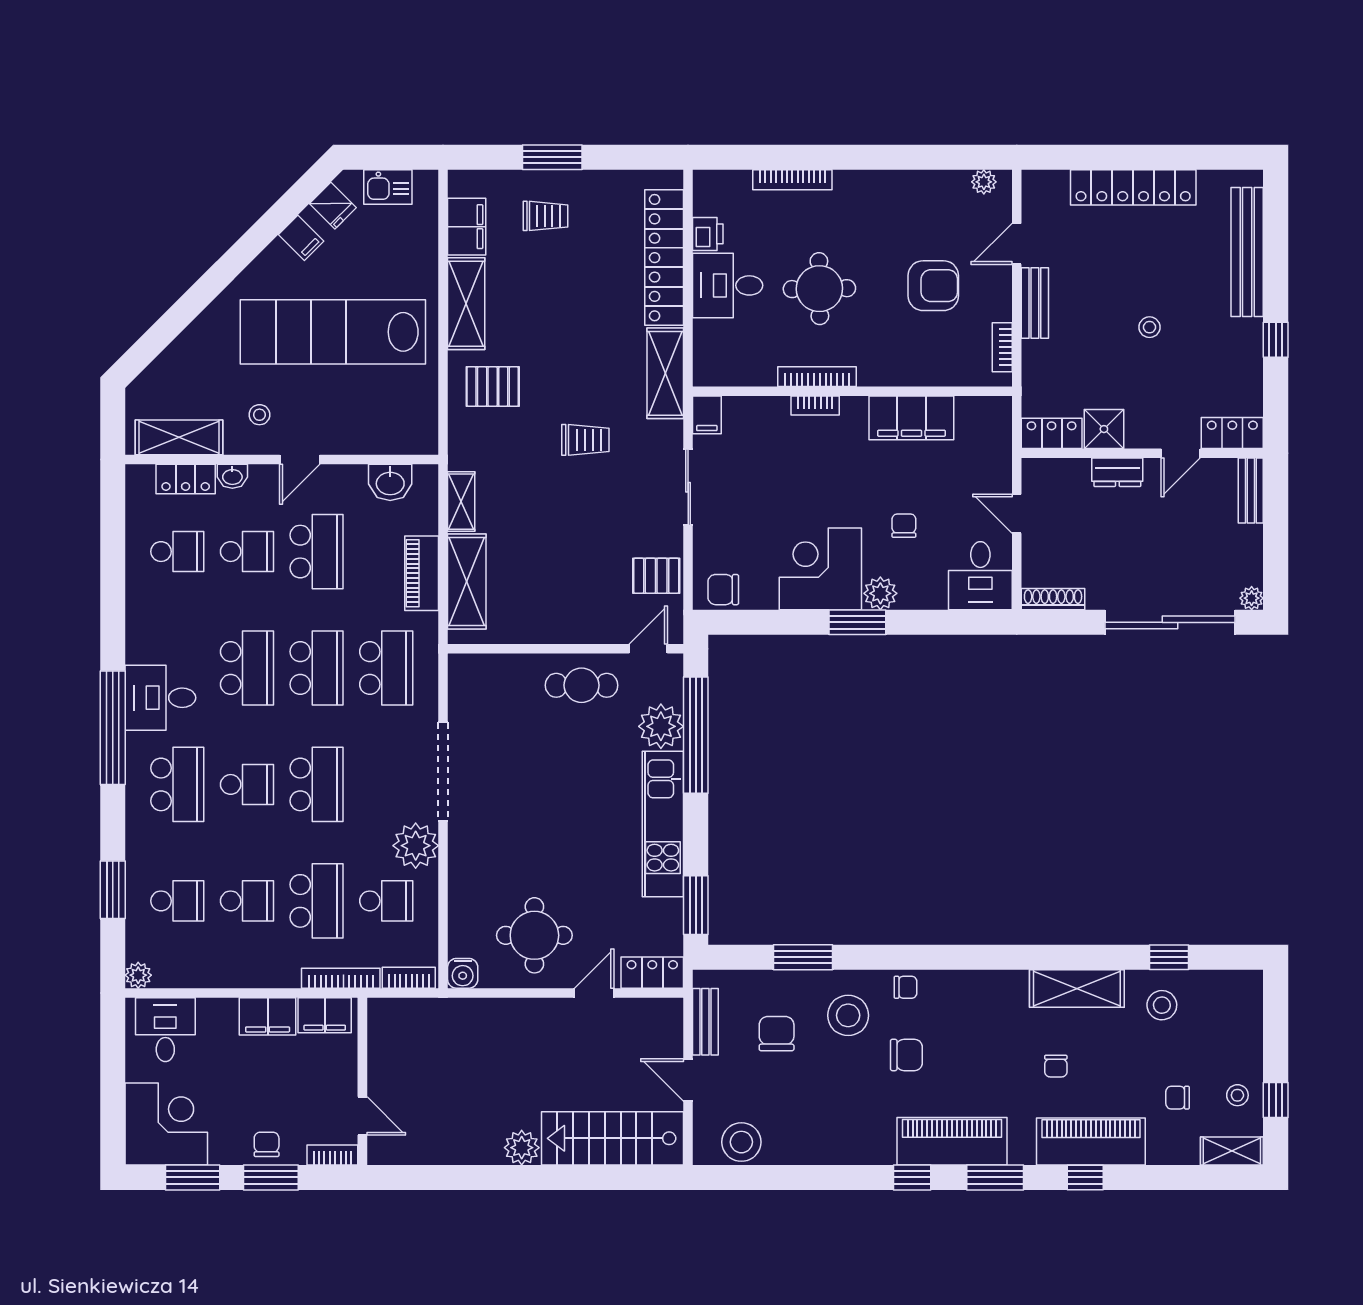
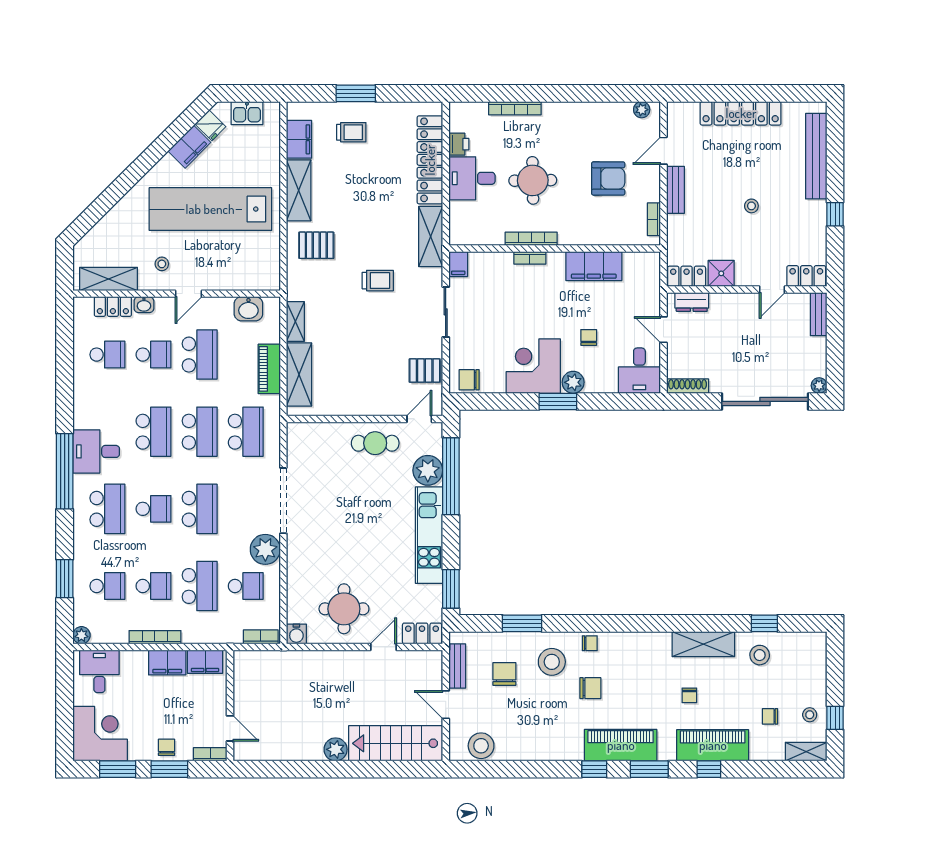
filing cabinet: (301, 238) -> (189, 147), width x2.00
dresser: (1117, 472) -> (692, 302), moved
bookcase: (341, 978) -> (155, 637), moved

